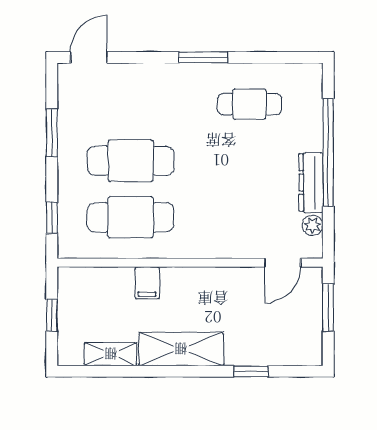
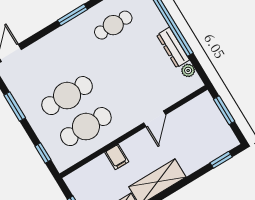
door: (283, 263) -> (155, 119), moved
window: (251, 371) -> (221, 160), moved

